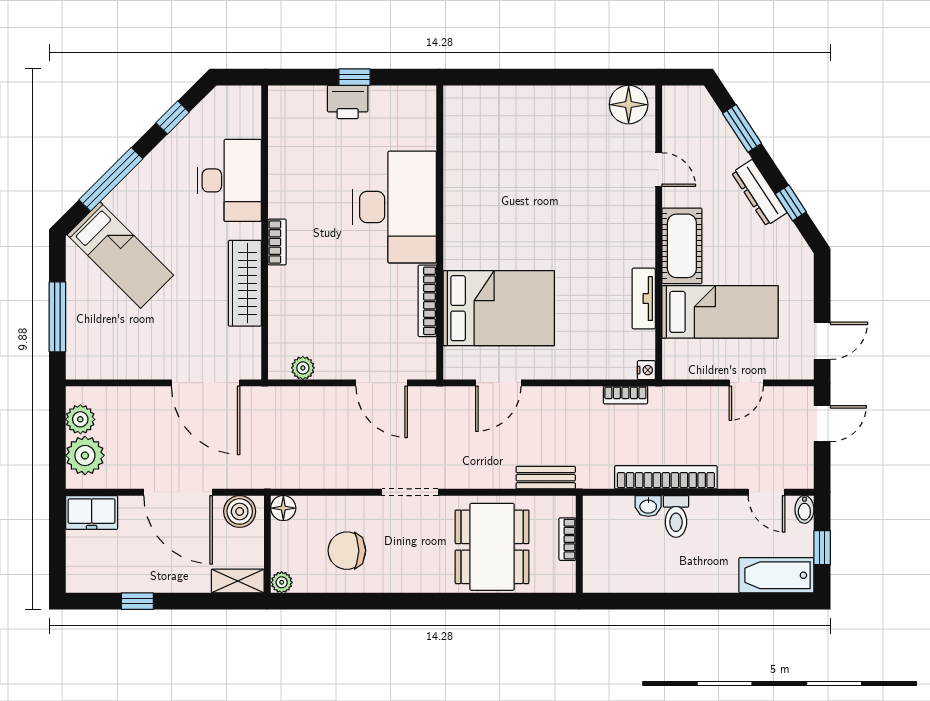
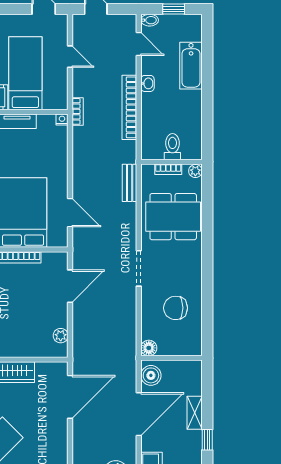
bookcase: (625, 395) -> (78, 111), moved
door: (767, 492) -> (139, 44), hinge flipped
washbasin: (648, 506) -> (147, 83), moved
toilet: (676, 516) -> (172, 147), moved, turned -90
chair: (347, 551) -> (176, 308), turned 90
bathtub: (776, 575) -> (191, 66), moved
shelving: (238, 581) -> (195, 413), moved
plant: (282, 582) -> (195, 171), moved

